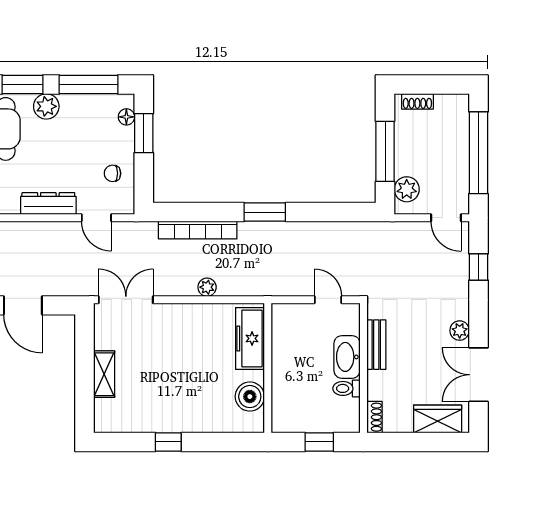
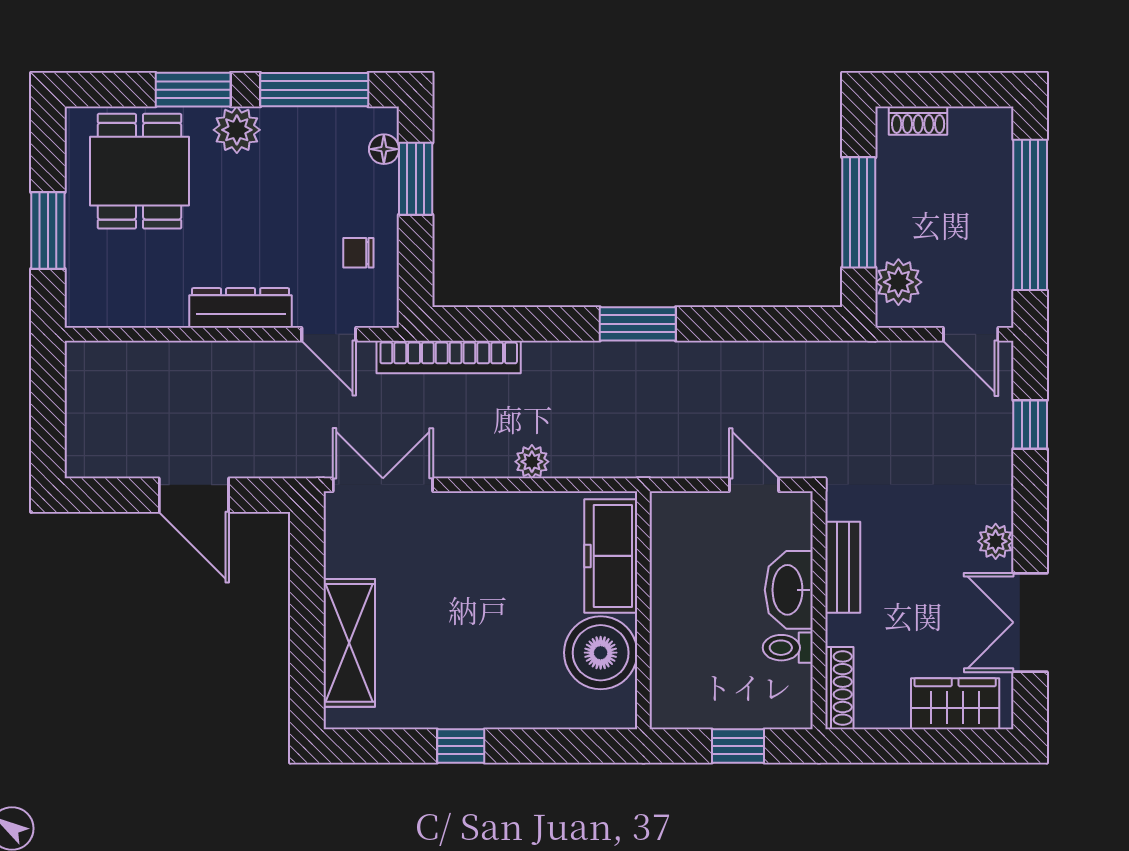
bookcase: (198, 230) -> (449, 357), moved
shelving: (104, 374) -> (349, 643), width x1.50, depth x1.33
boiler: (250, 397) -> (601, 653), width x1.37, depth x1.37
shoe rack: (374, 417) -> (839, 688), width x1.43

